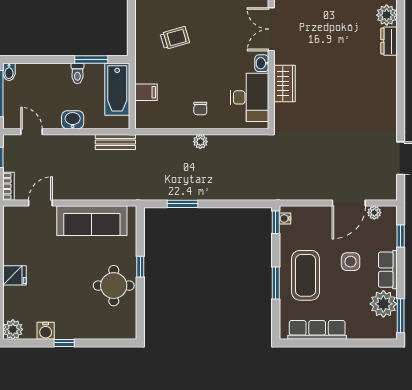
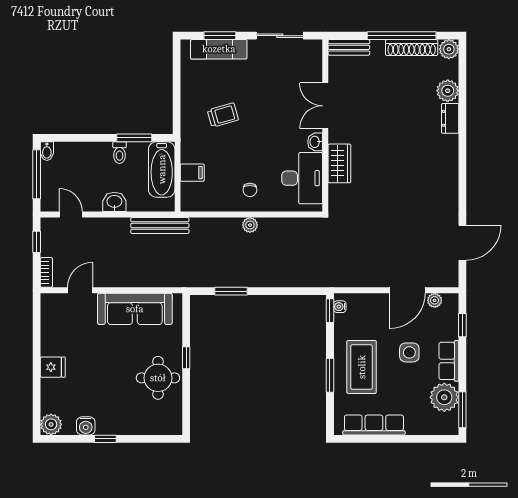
bench: (115, 142) -> (160, 225), width x1.36

